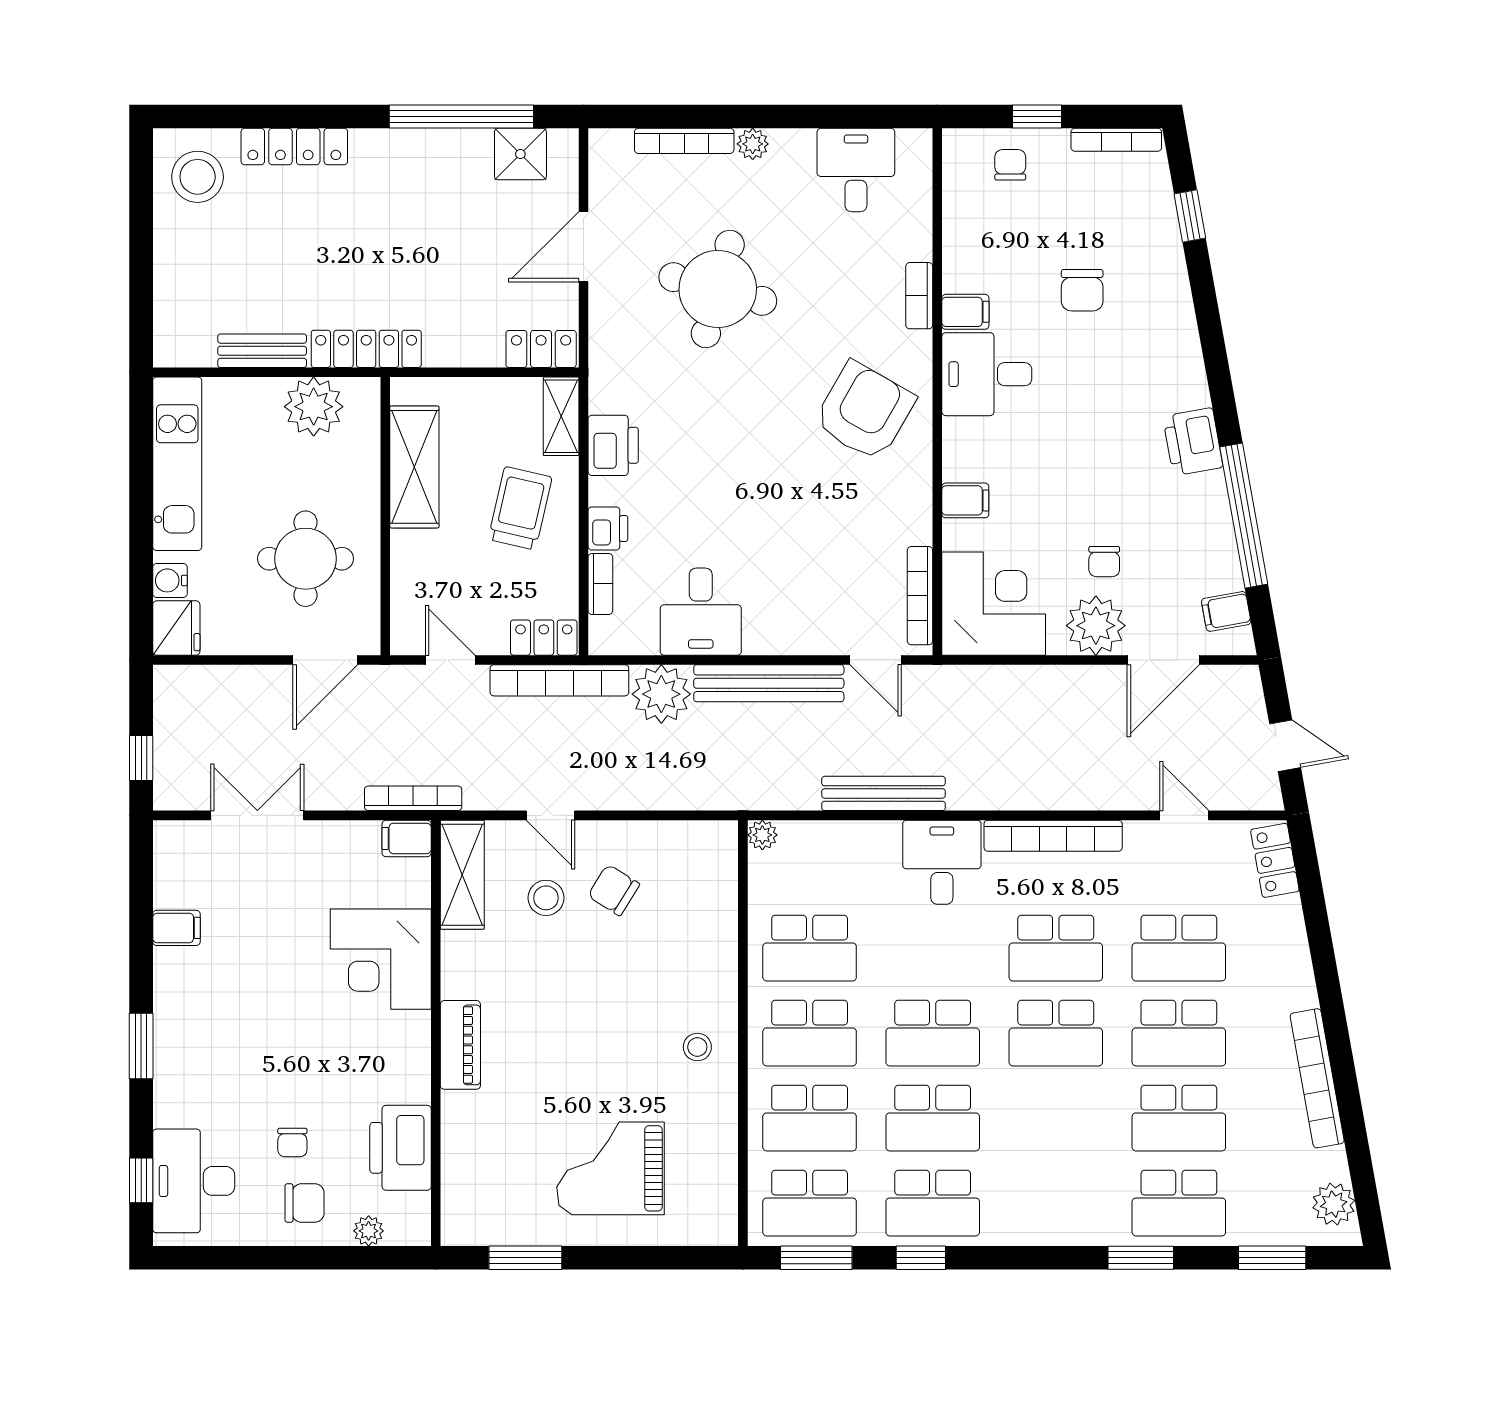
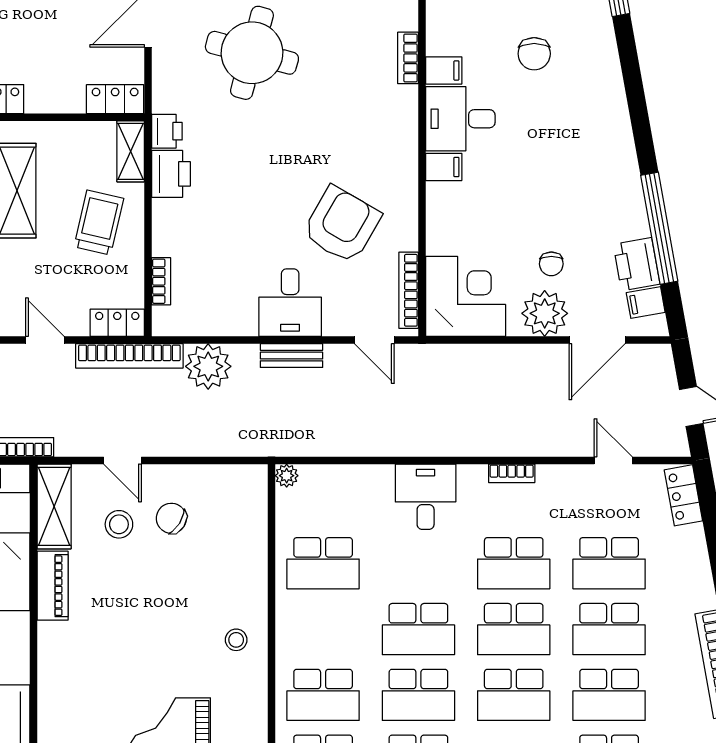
armchair: (864, 411) -> (342, 225), moved
printer: (1193, 442) -> (637, 264), moved
filing cabinet: (965, 500) -> (444, 167), moved
printer: (608, 529) -> (167, 131), moved
desk: (701, 612) -> (290, 303), moved
bench: (769, 683) -> (291, 356), width x0.54, depth x0.82
bench: (883, 793) -> (380, 443), removed
bookcase: (1053, 836) -> (512, 473), width x0.43, depth x0.76
school desk: (810, 1033) -> (514, 695), moved
piano: (460, 1045) -> (53, 586), moved

